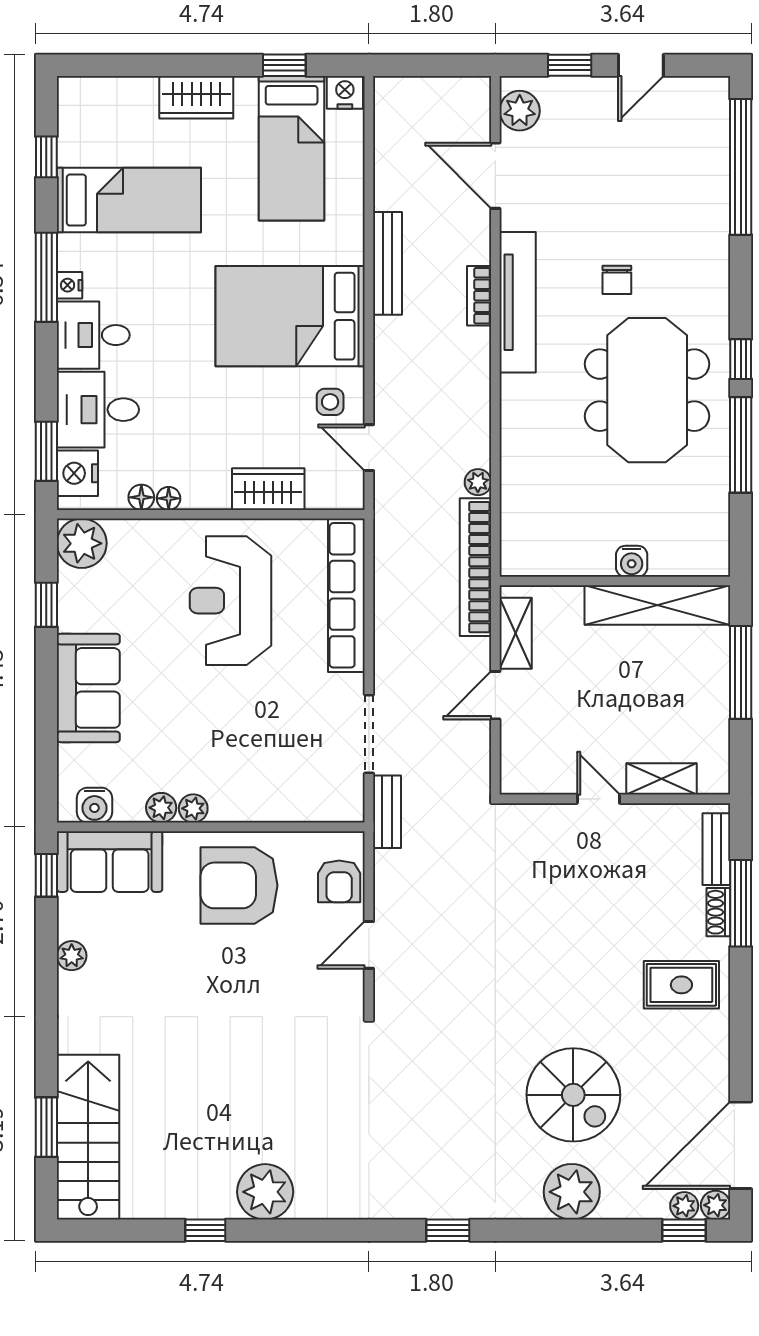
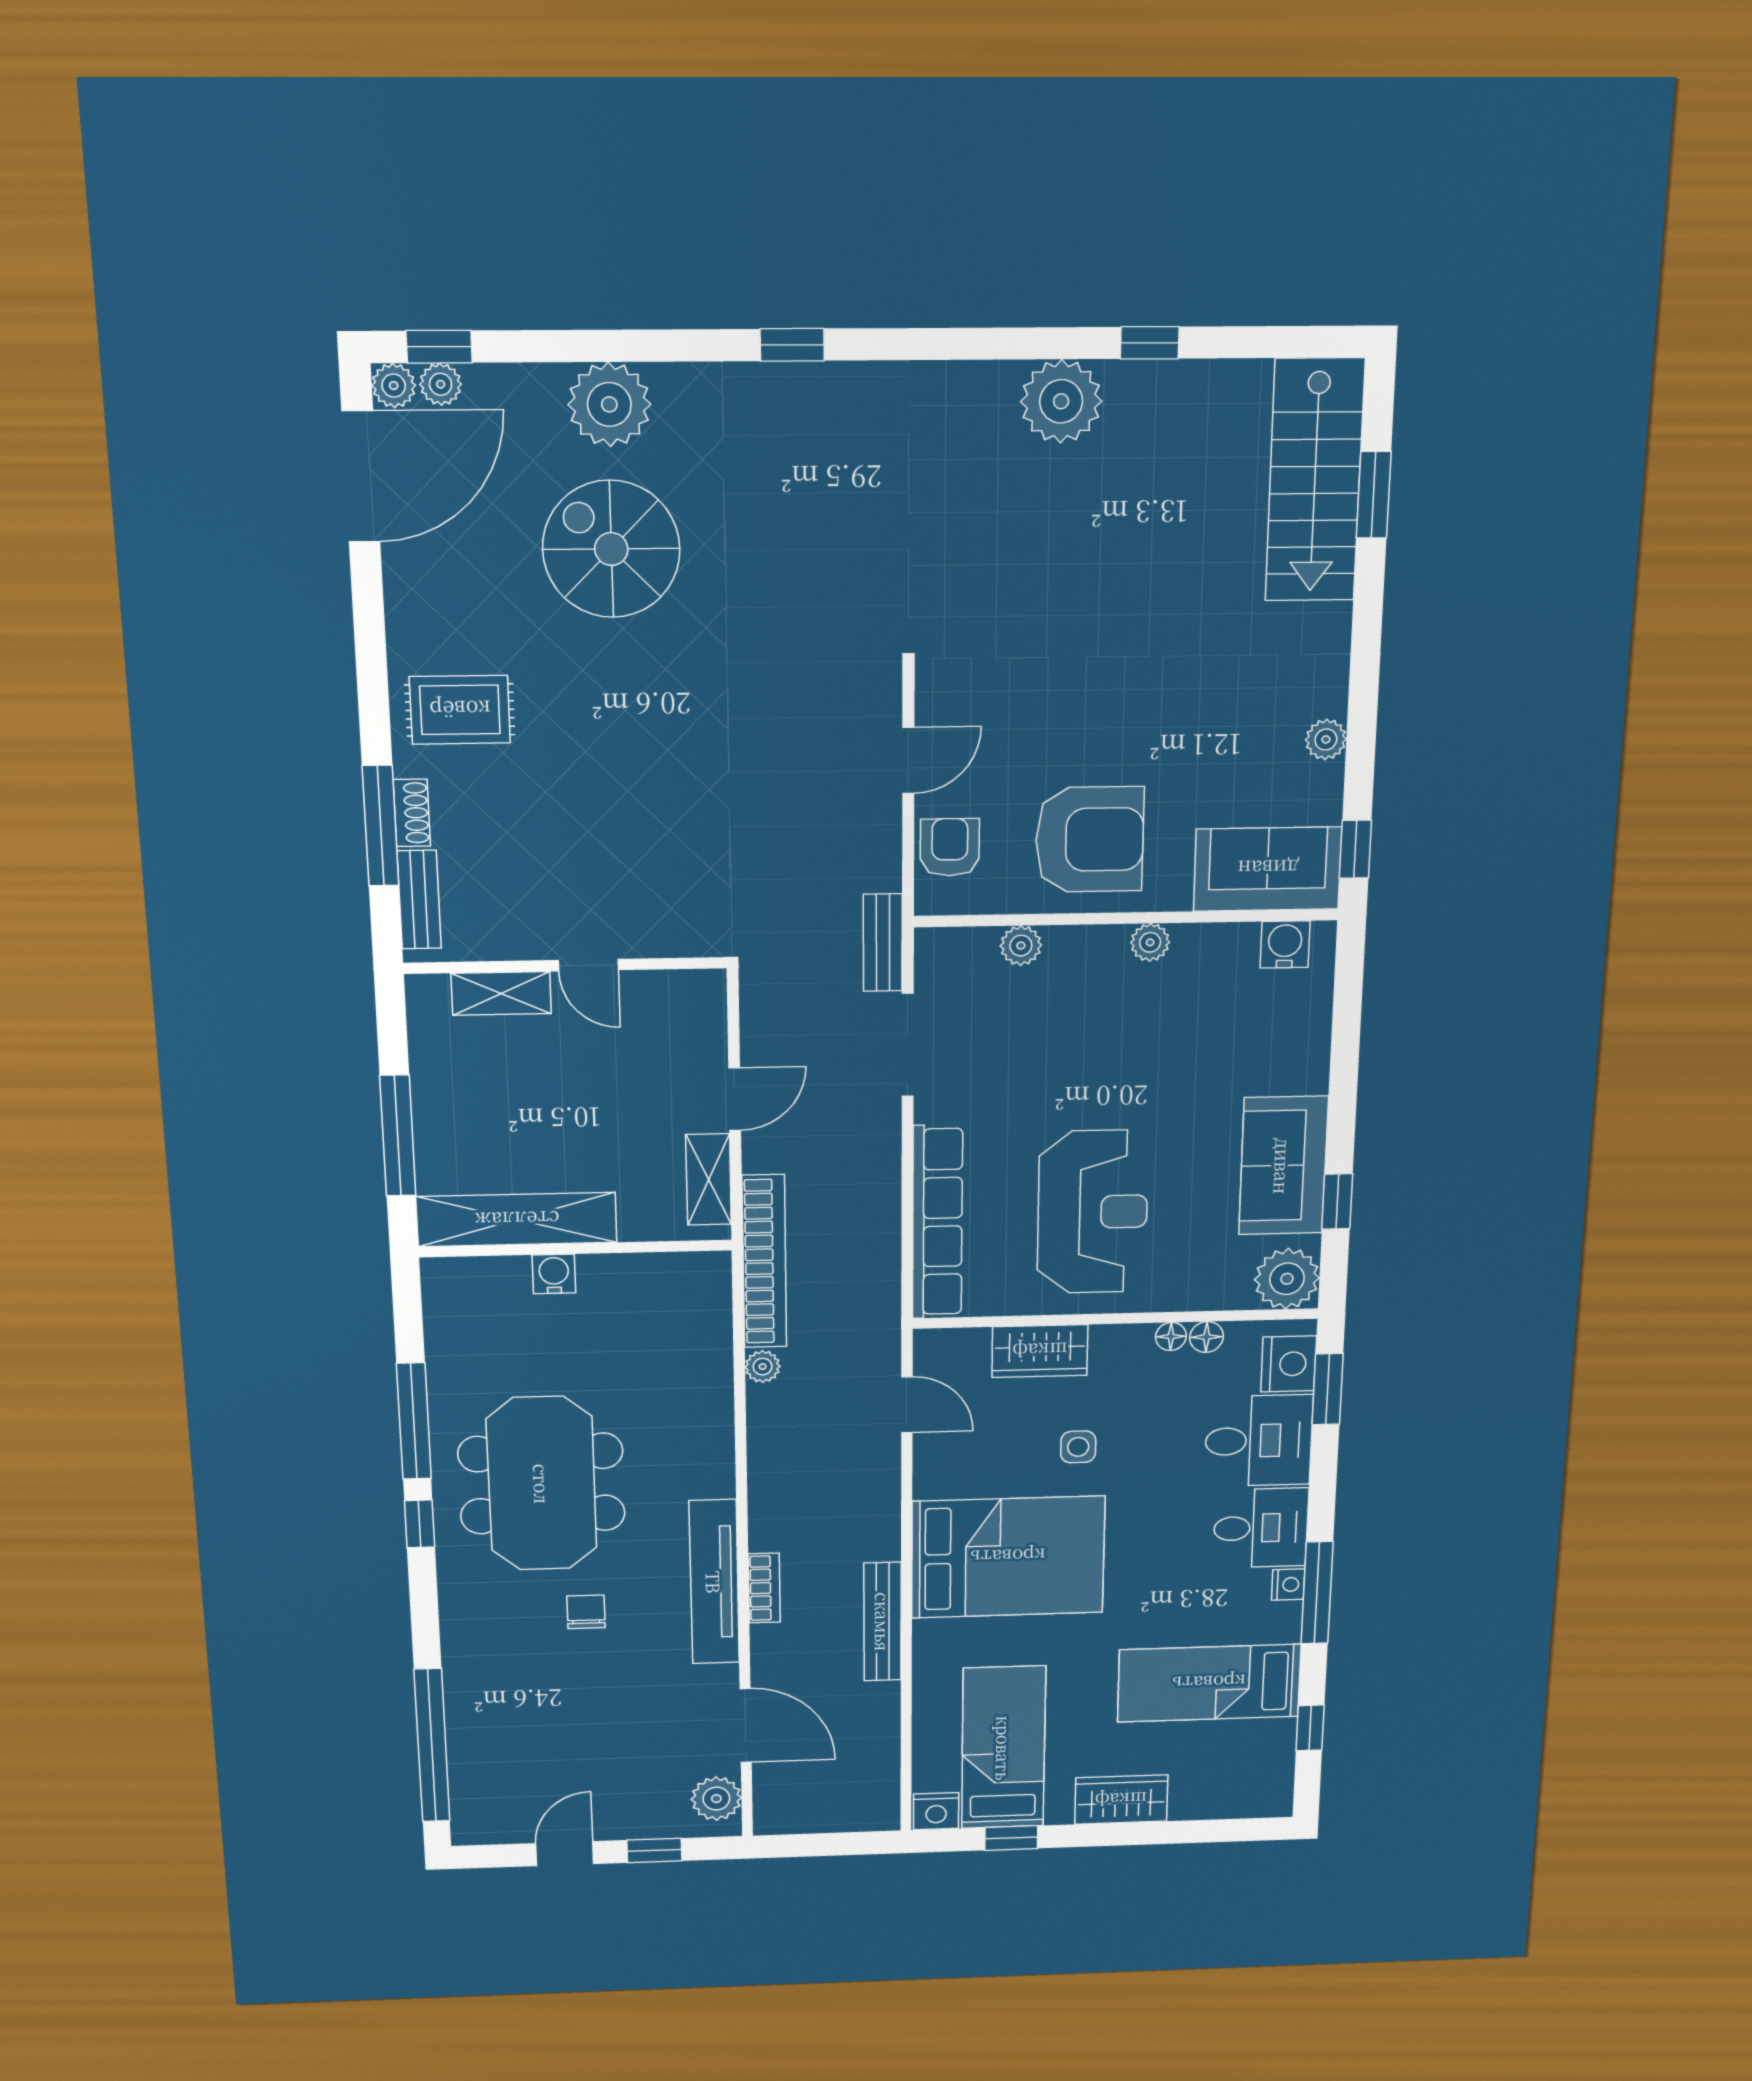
side table: (330, 402) -> (1078, 1447), moved
sofa: (88, 688) -> (1283, 1166), moved
plant: (161, 808) -> (1021, 946), moved

